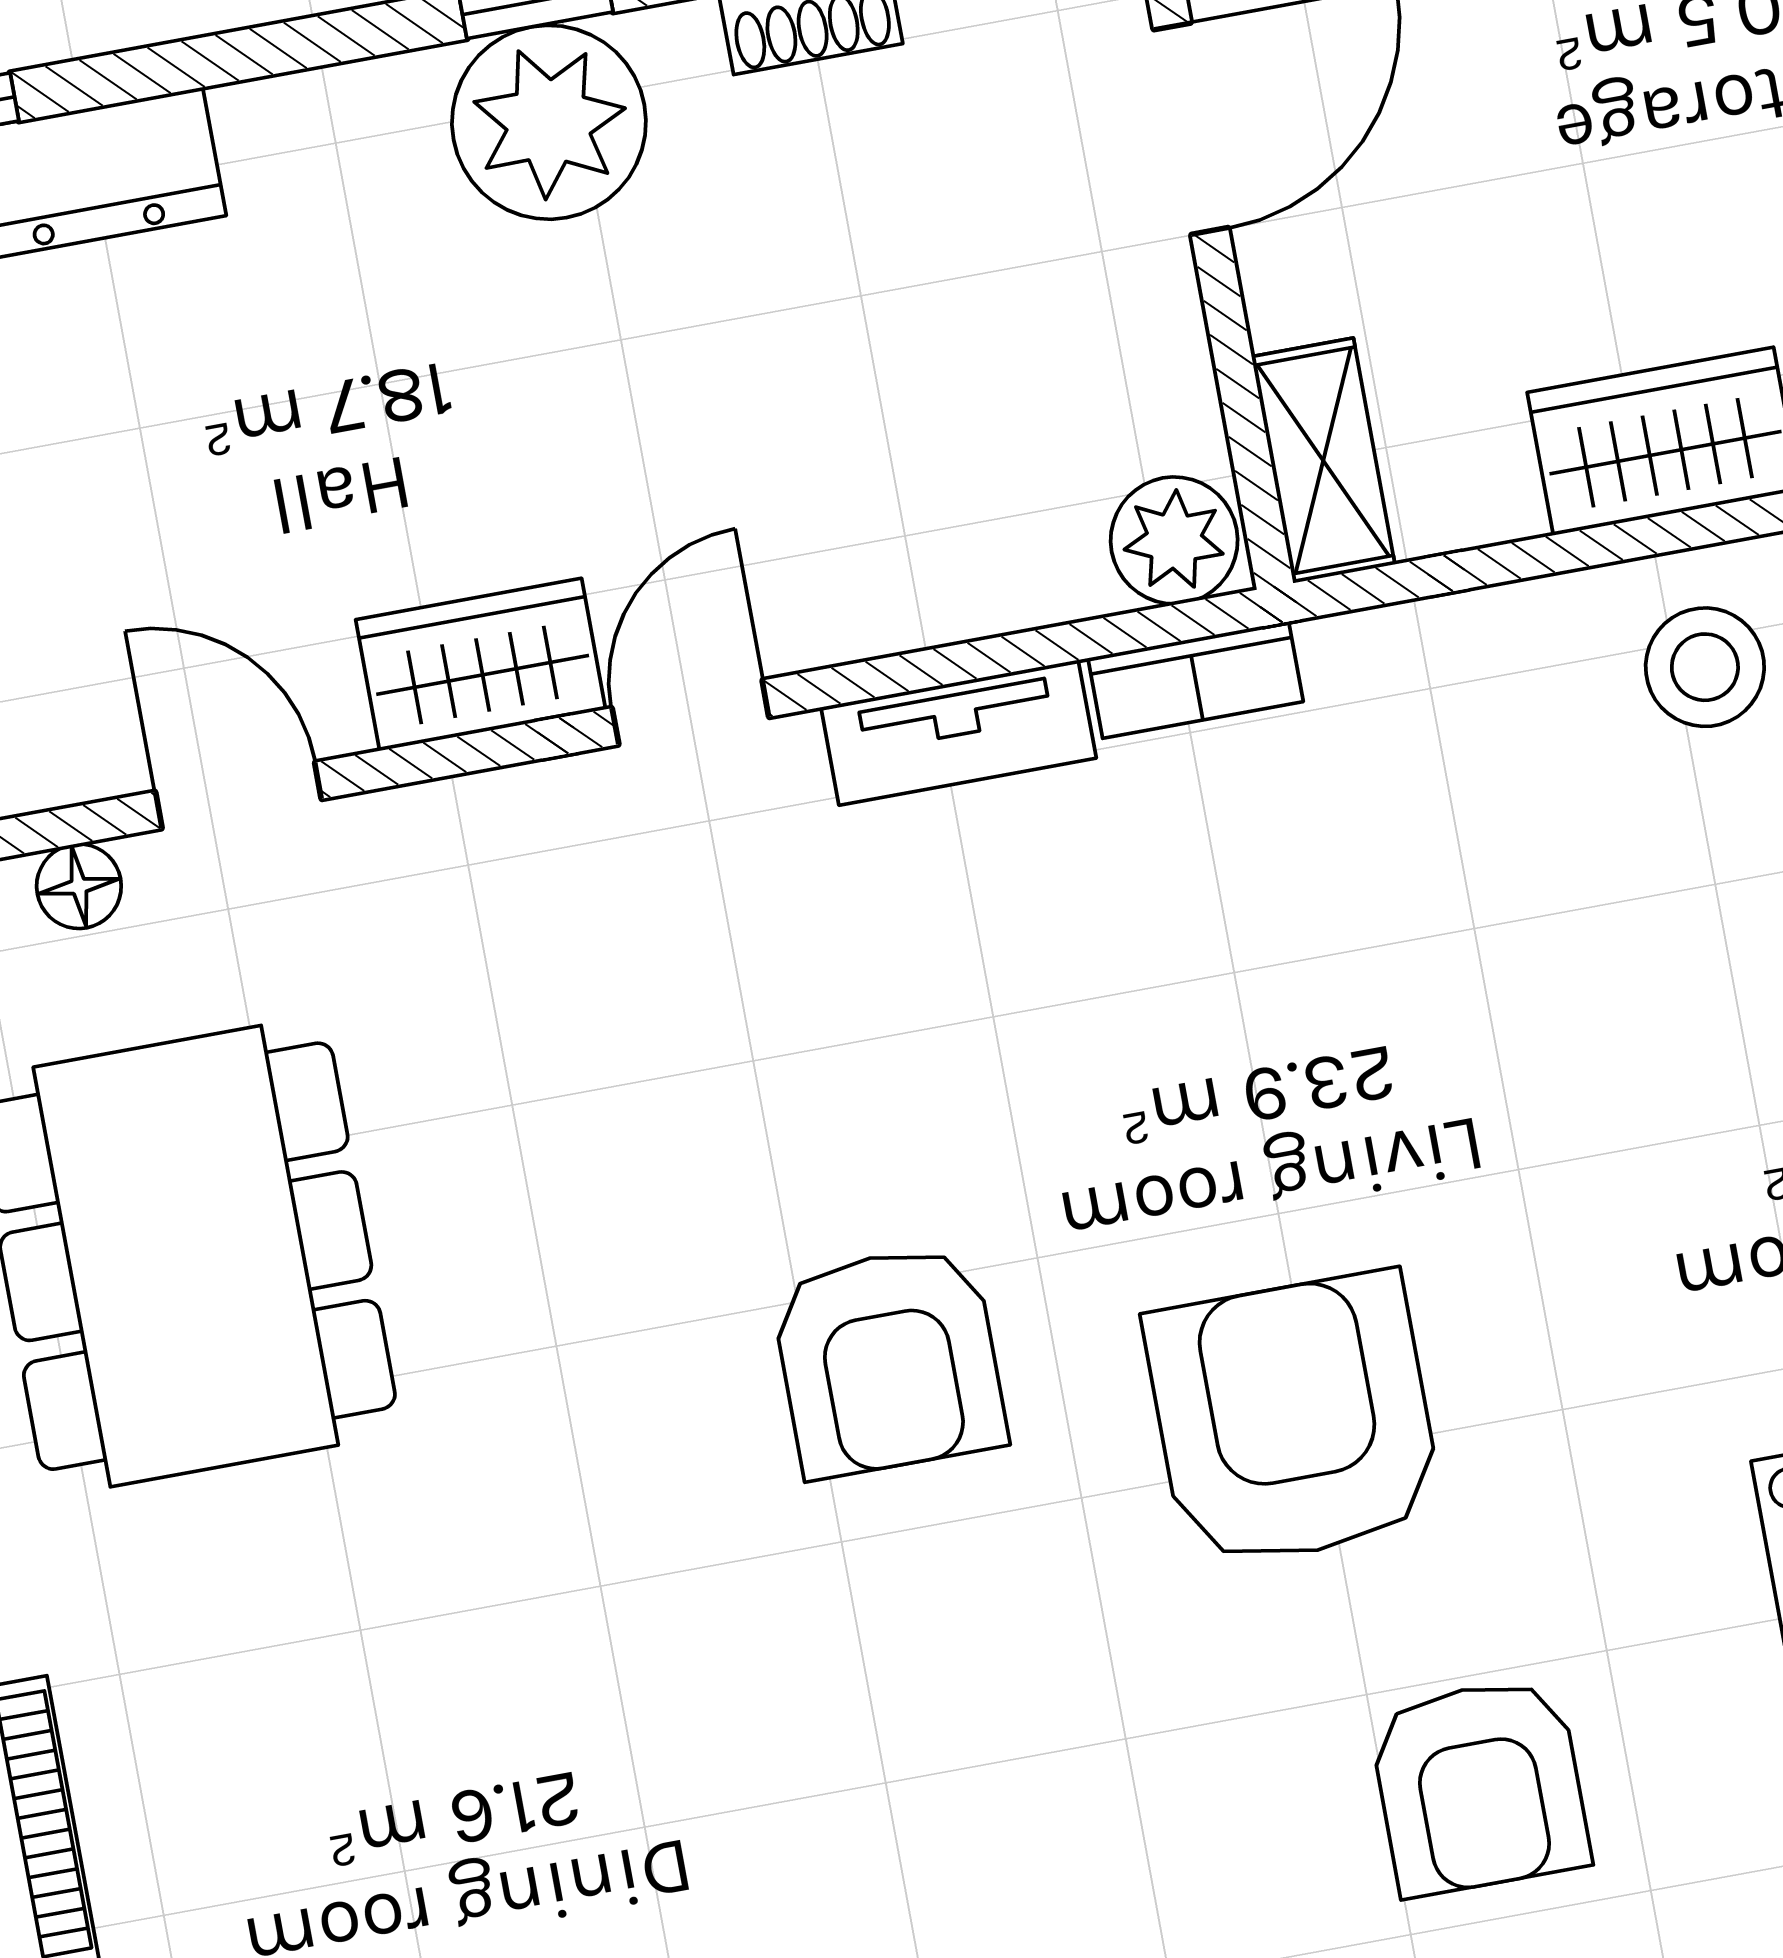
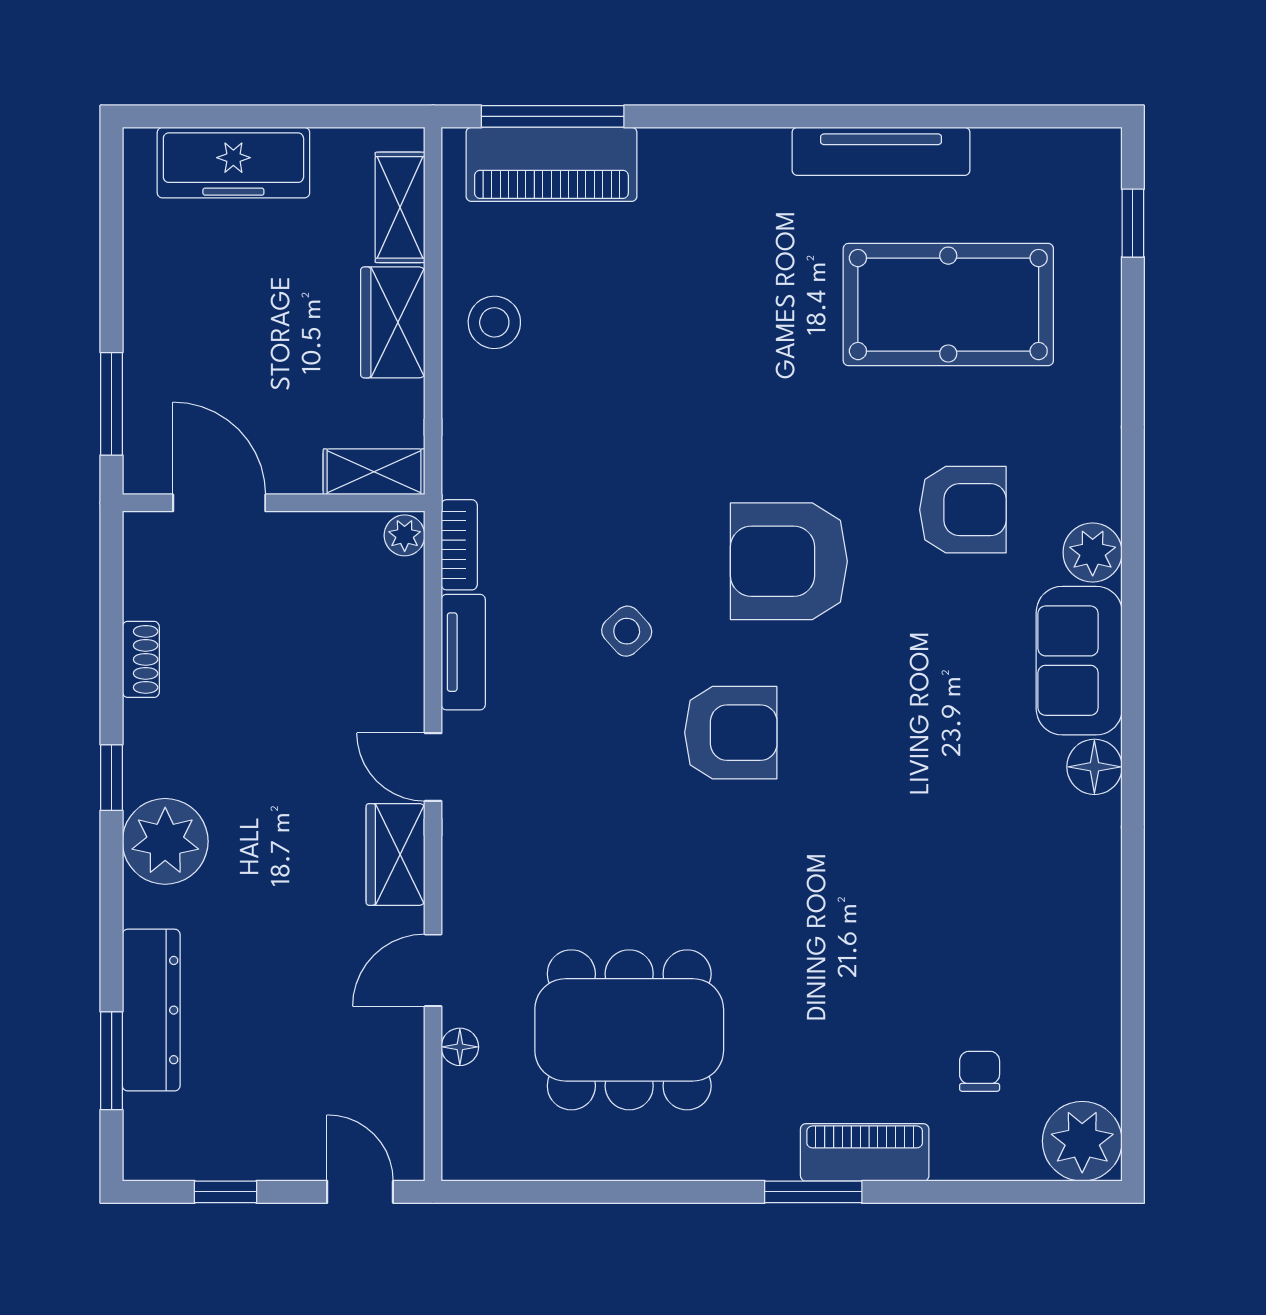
plant: (549, 122) -> (165, 841), moved
plant: (1174, 540) -> (405, 535), width x0.73, depth x0.73
side table: (1072, 1088) -> (627, 631), added

